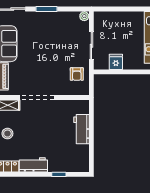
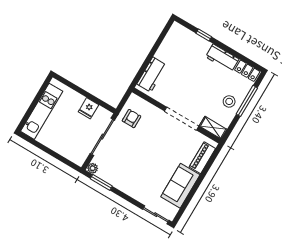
window: (46, 9) -> (101, 182), moved
sliding door: (91, 46) -> (102, 137), width x1.37
workbench: (81, 129) -> (152, 75), moved

